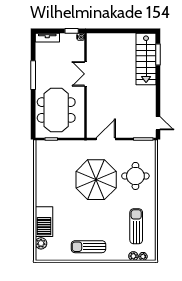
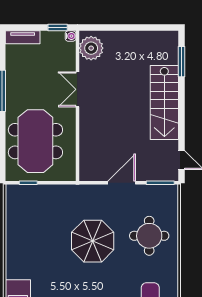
plant: (95, 45) -> (91, 48), added
stairs: (146, 59) -> (164, 102), moved
door: (106, 139) -> (122, 183), moved
parasol: (96, 180) -> (93, 241), width x0.73, depth x0.73

